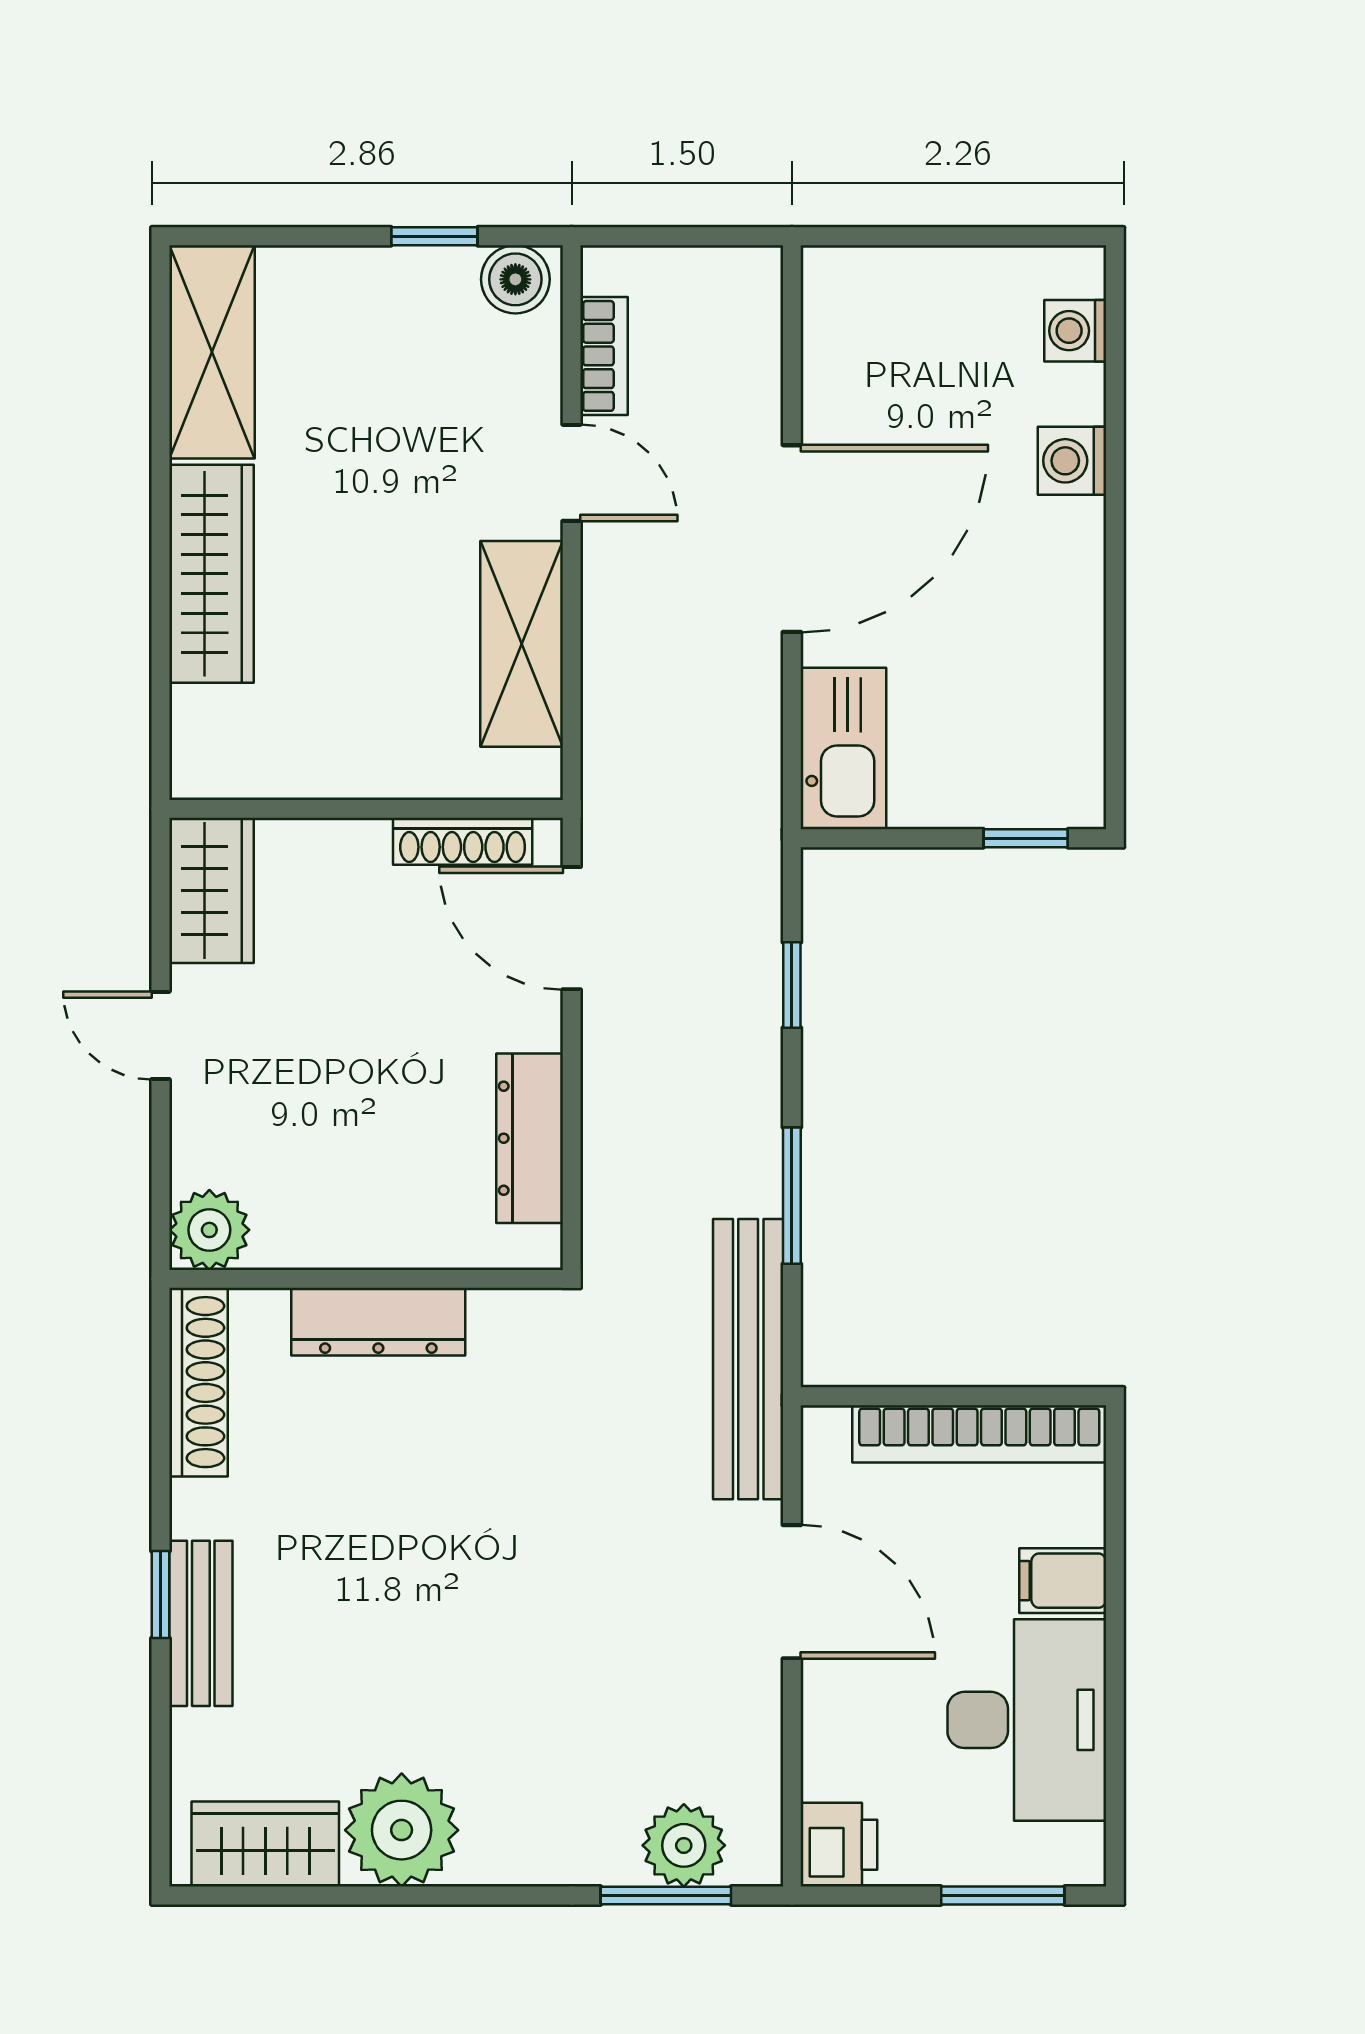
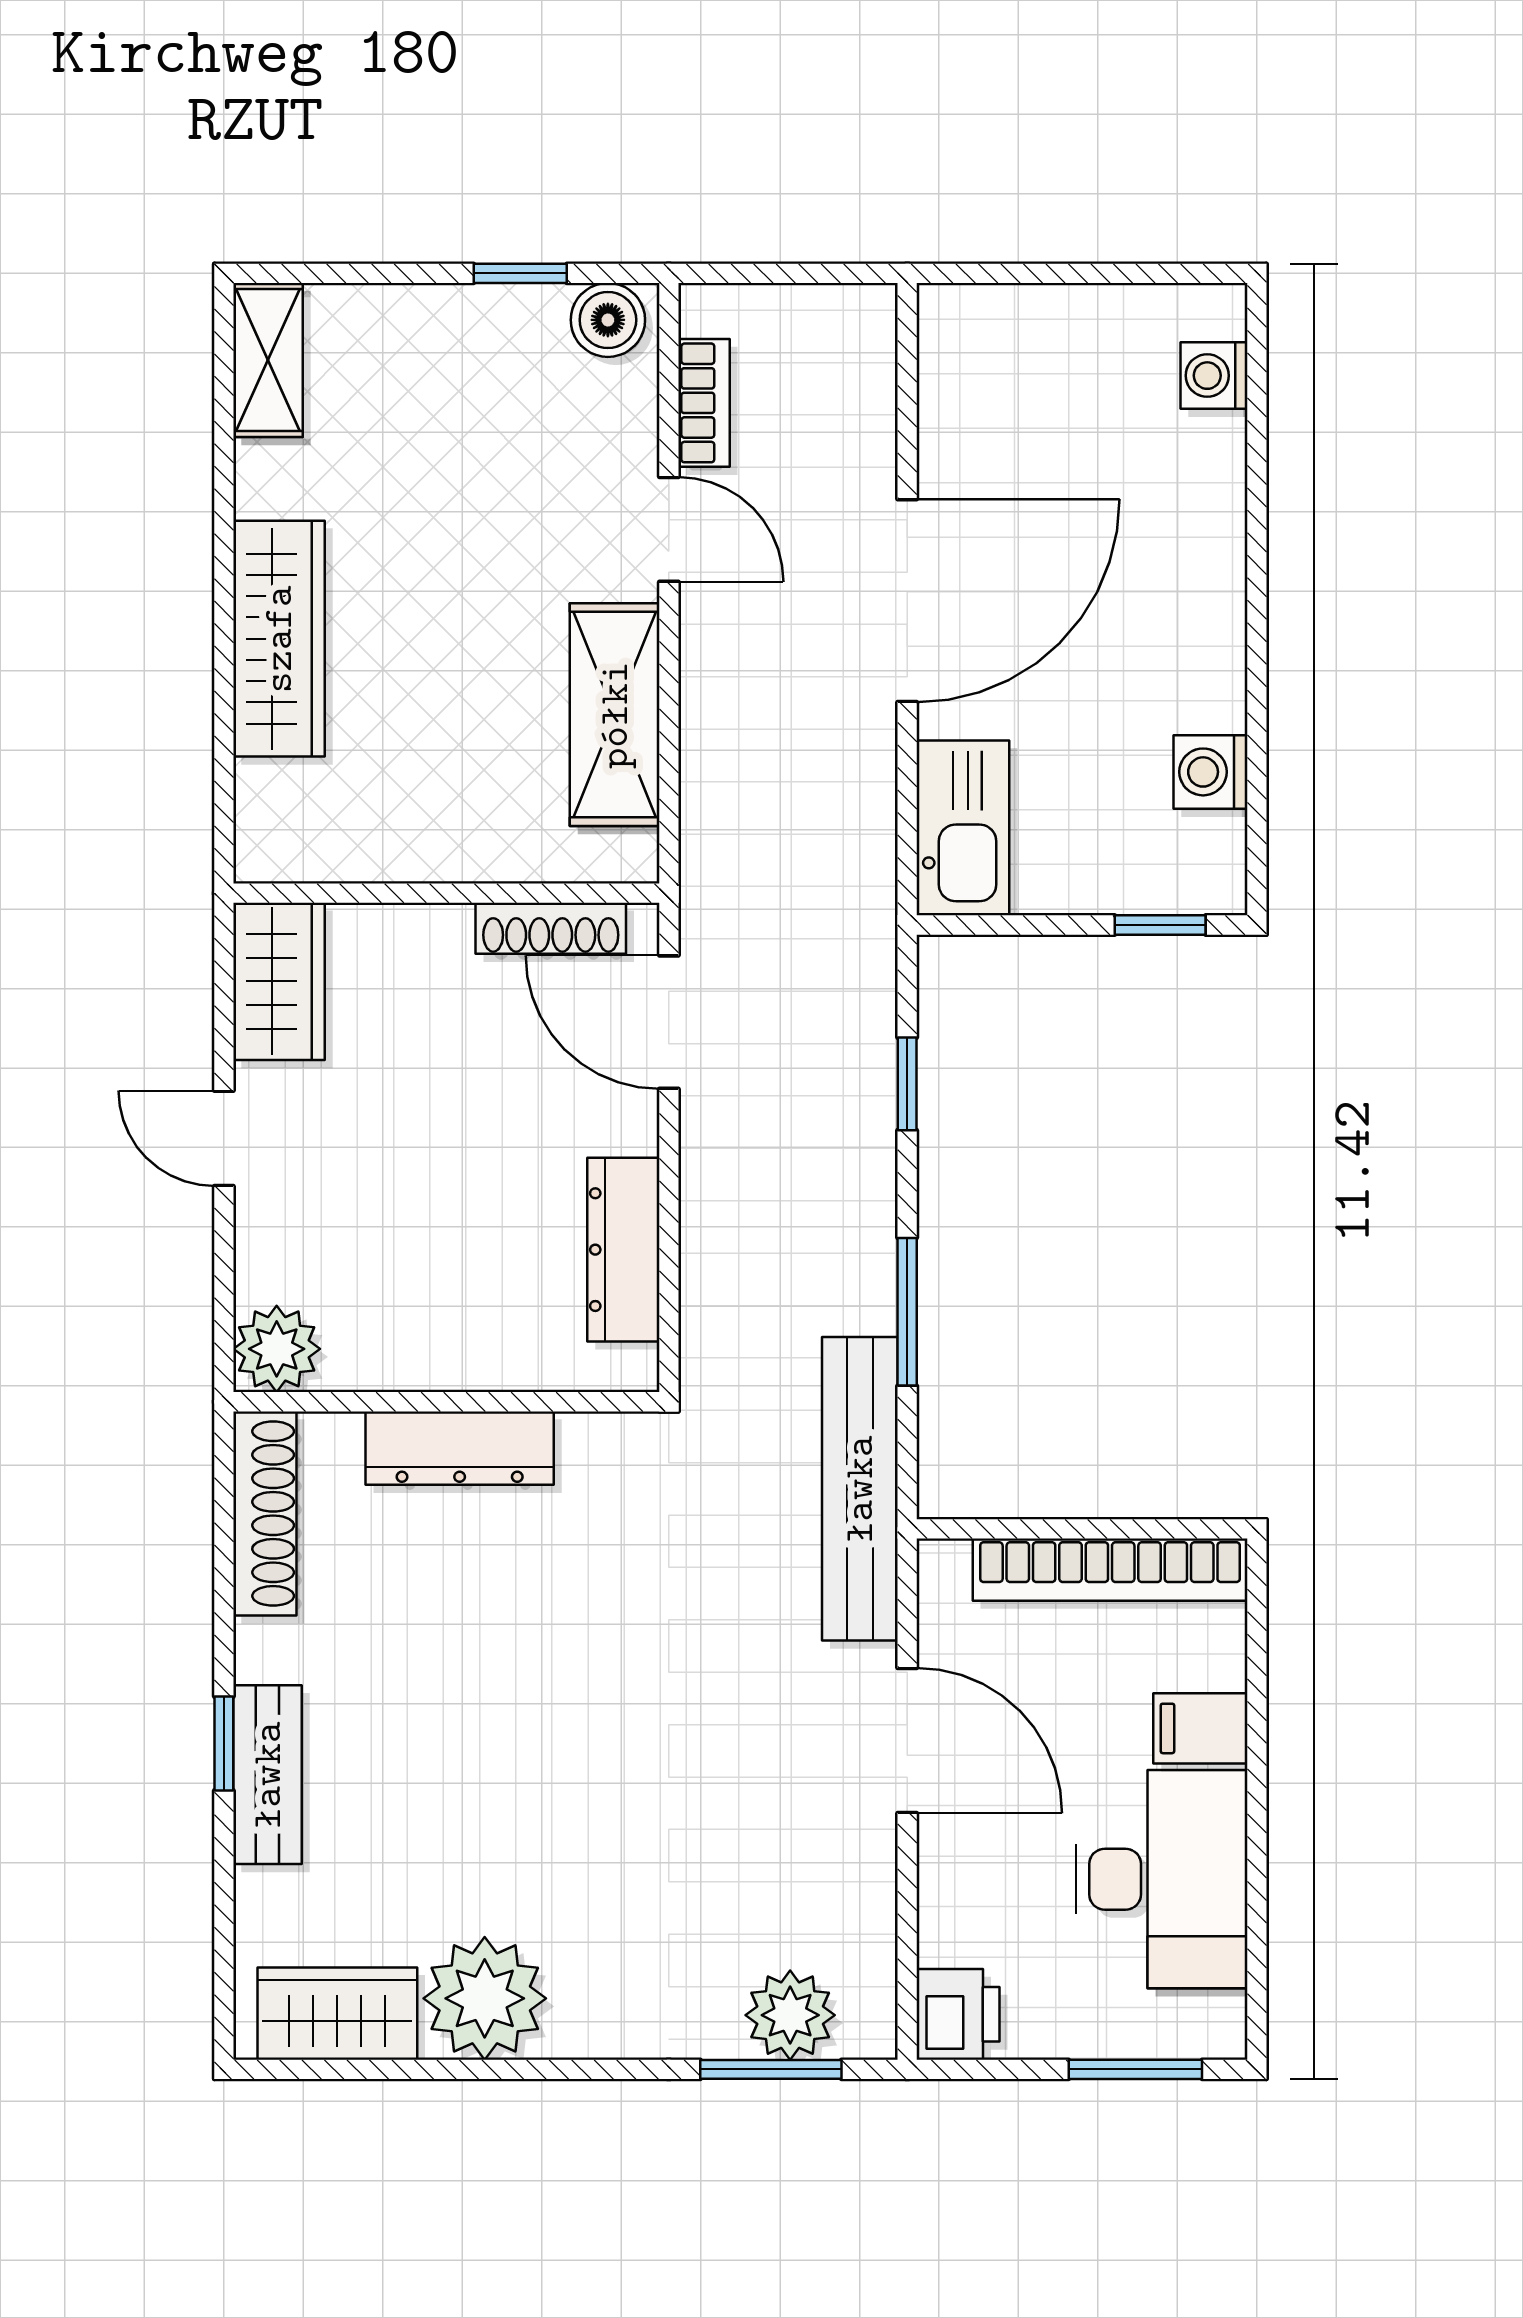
shelving: (212, 352) -> (268, 360), width x0.67, depth x0.75
washing machine: (1072, 461) -> (1210, 772), moved

